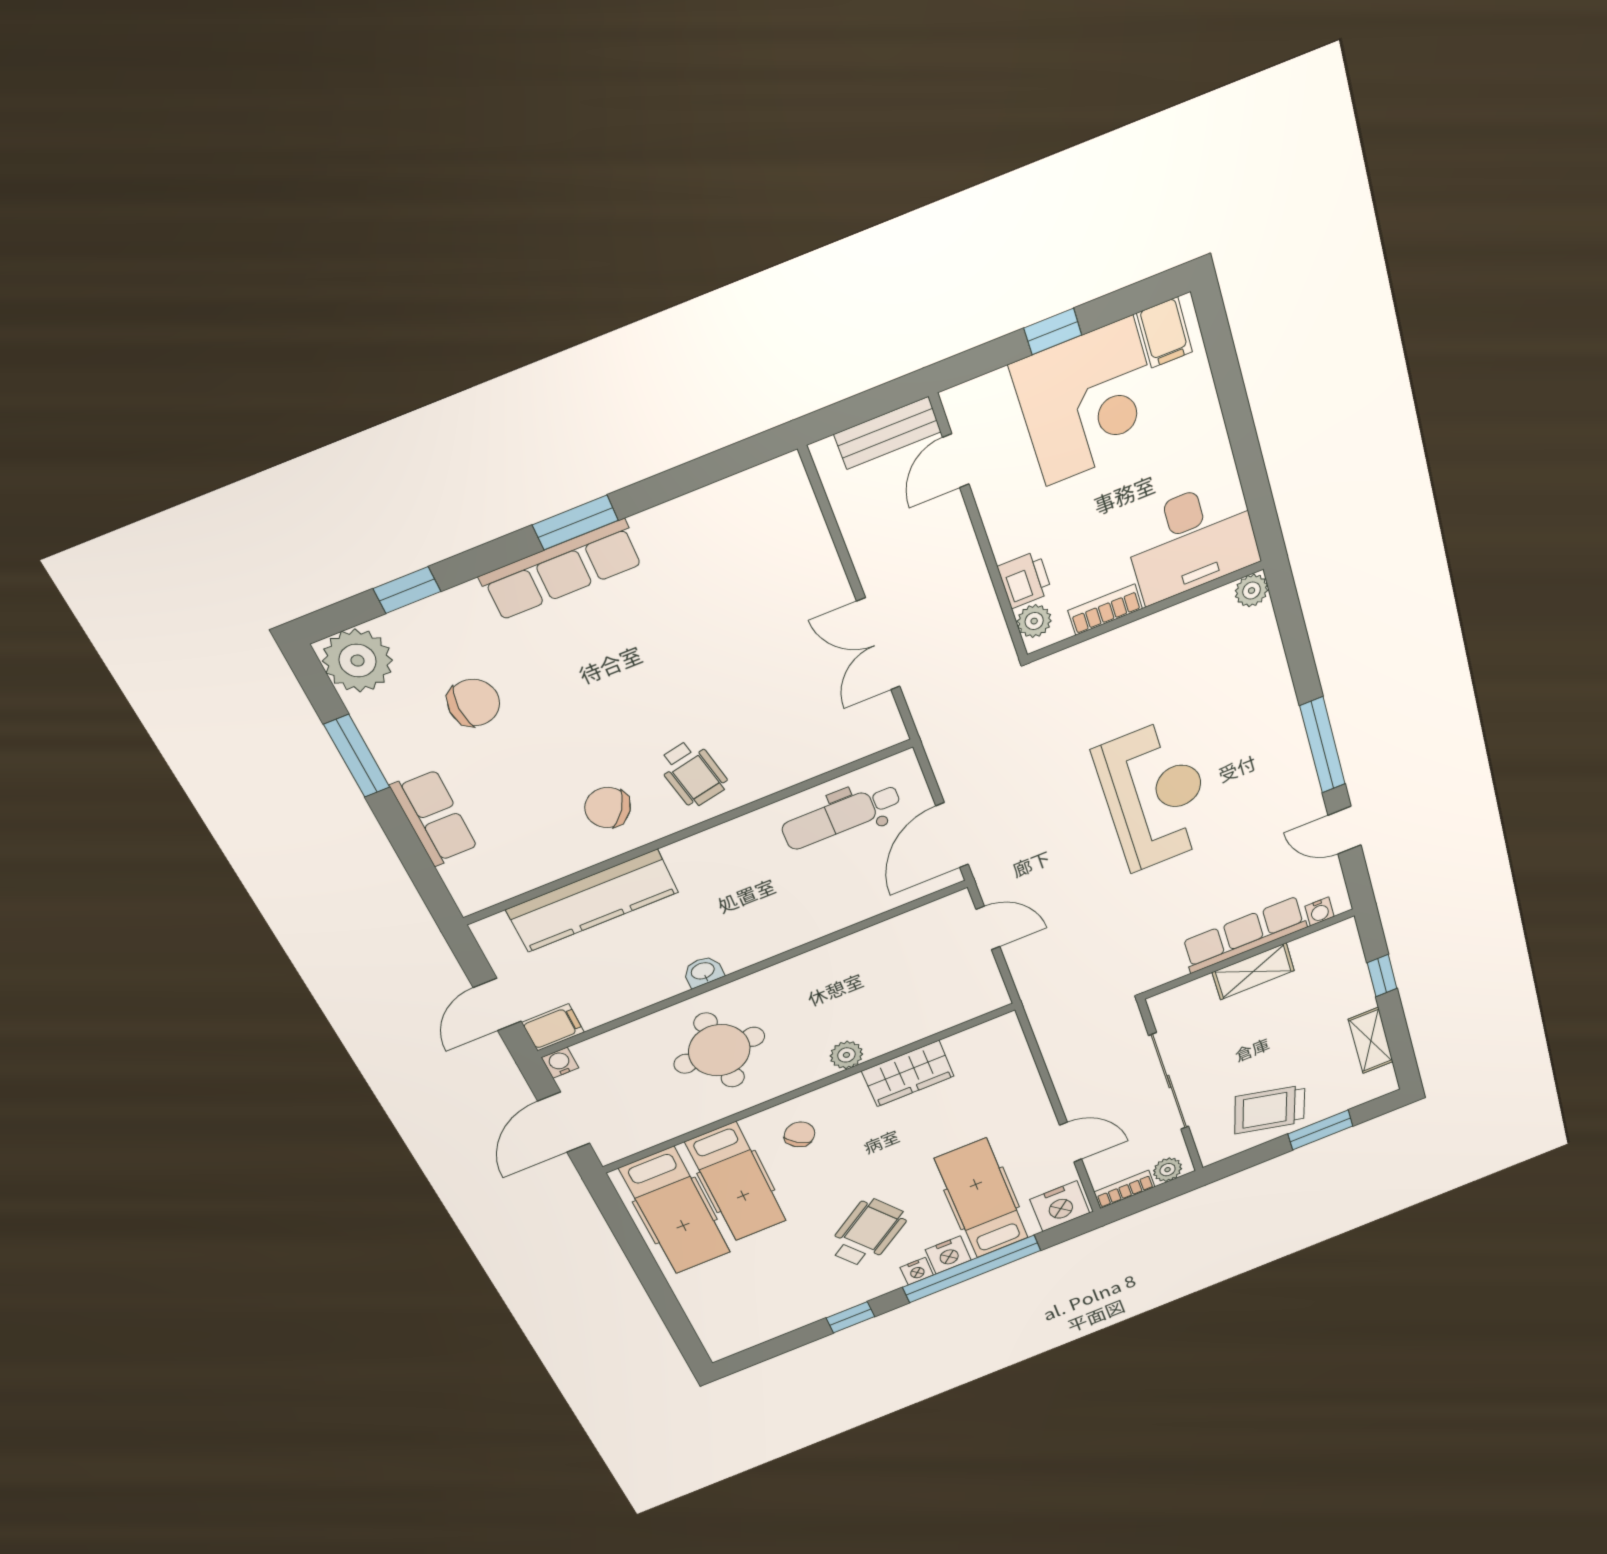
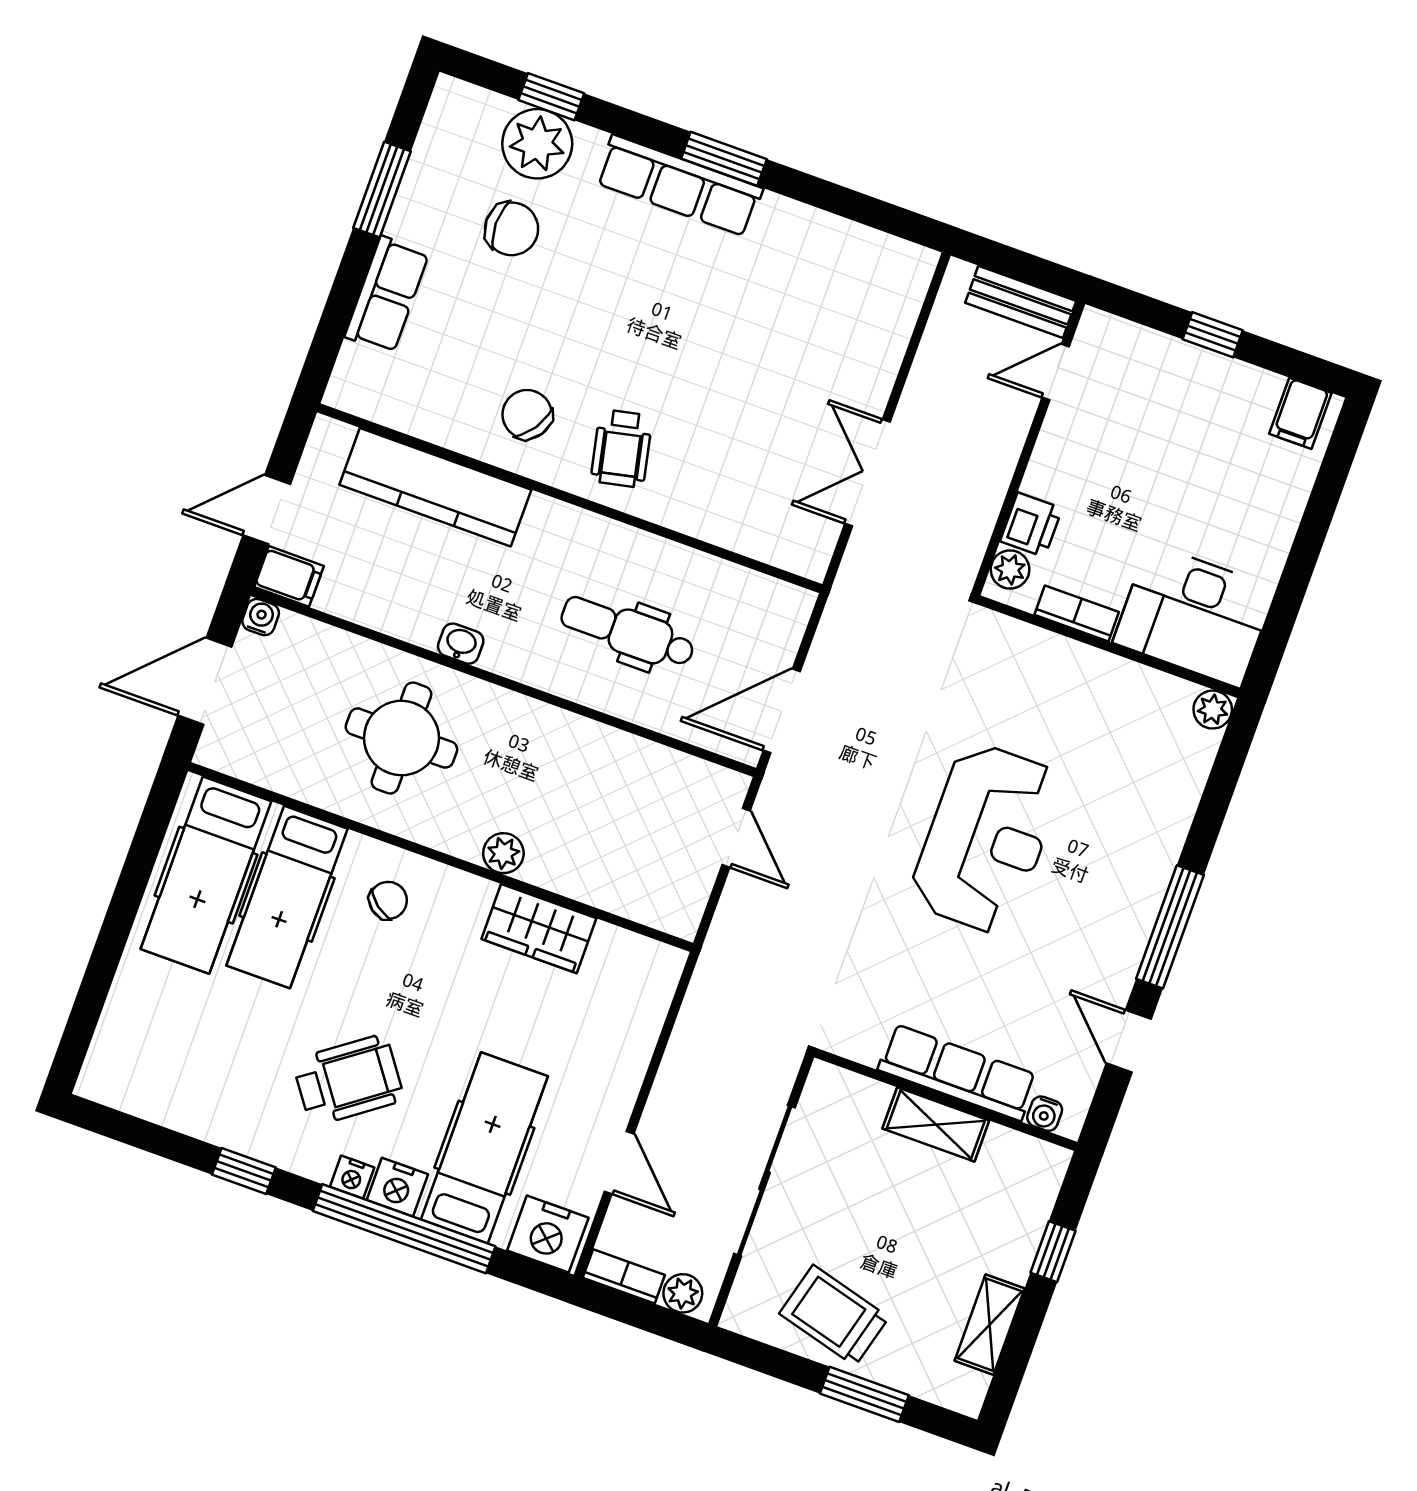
corner desk: (1089, 402) -> (1198, 418), removed
plant: (358, 661) -> (537, 144), moved
dental chair: (841, 816) -> (628, 632), moved

